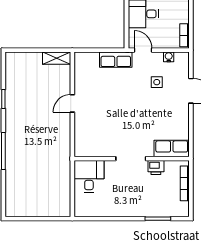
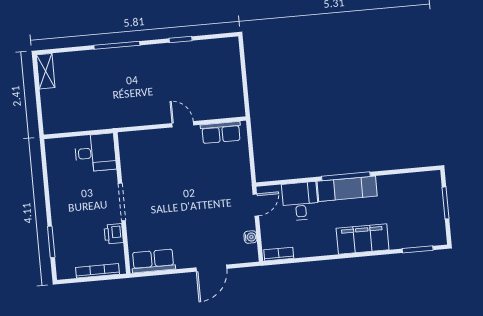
shelving: (57, 58) -> (46, 71), moved
row of seats: (116, 60) -> (221, 132), moved, turned -90
side table: (157, 82) -> (218, 225), removed
row of seats: (172, 148) -> (153, 261), moved, turned -90

